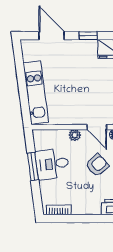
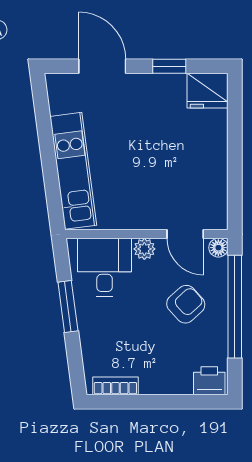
desk: (52, 164) -> (105, 267), moved, turned 97

